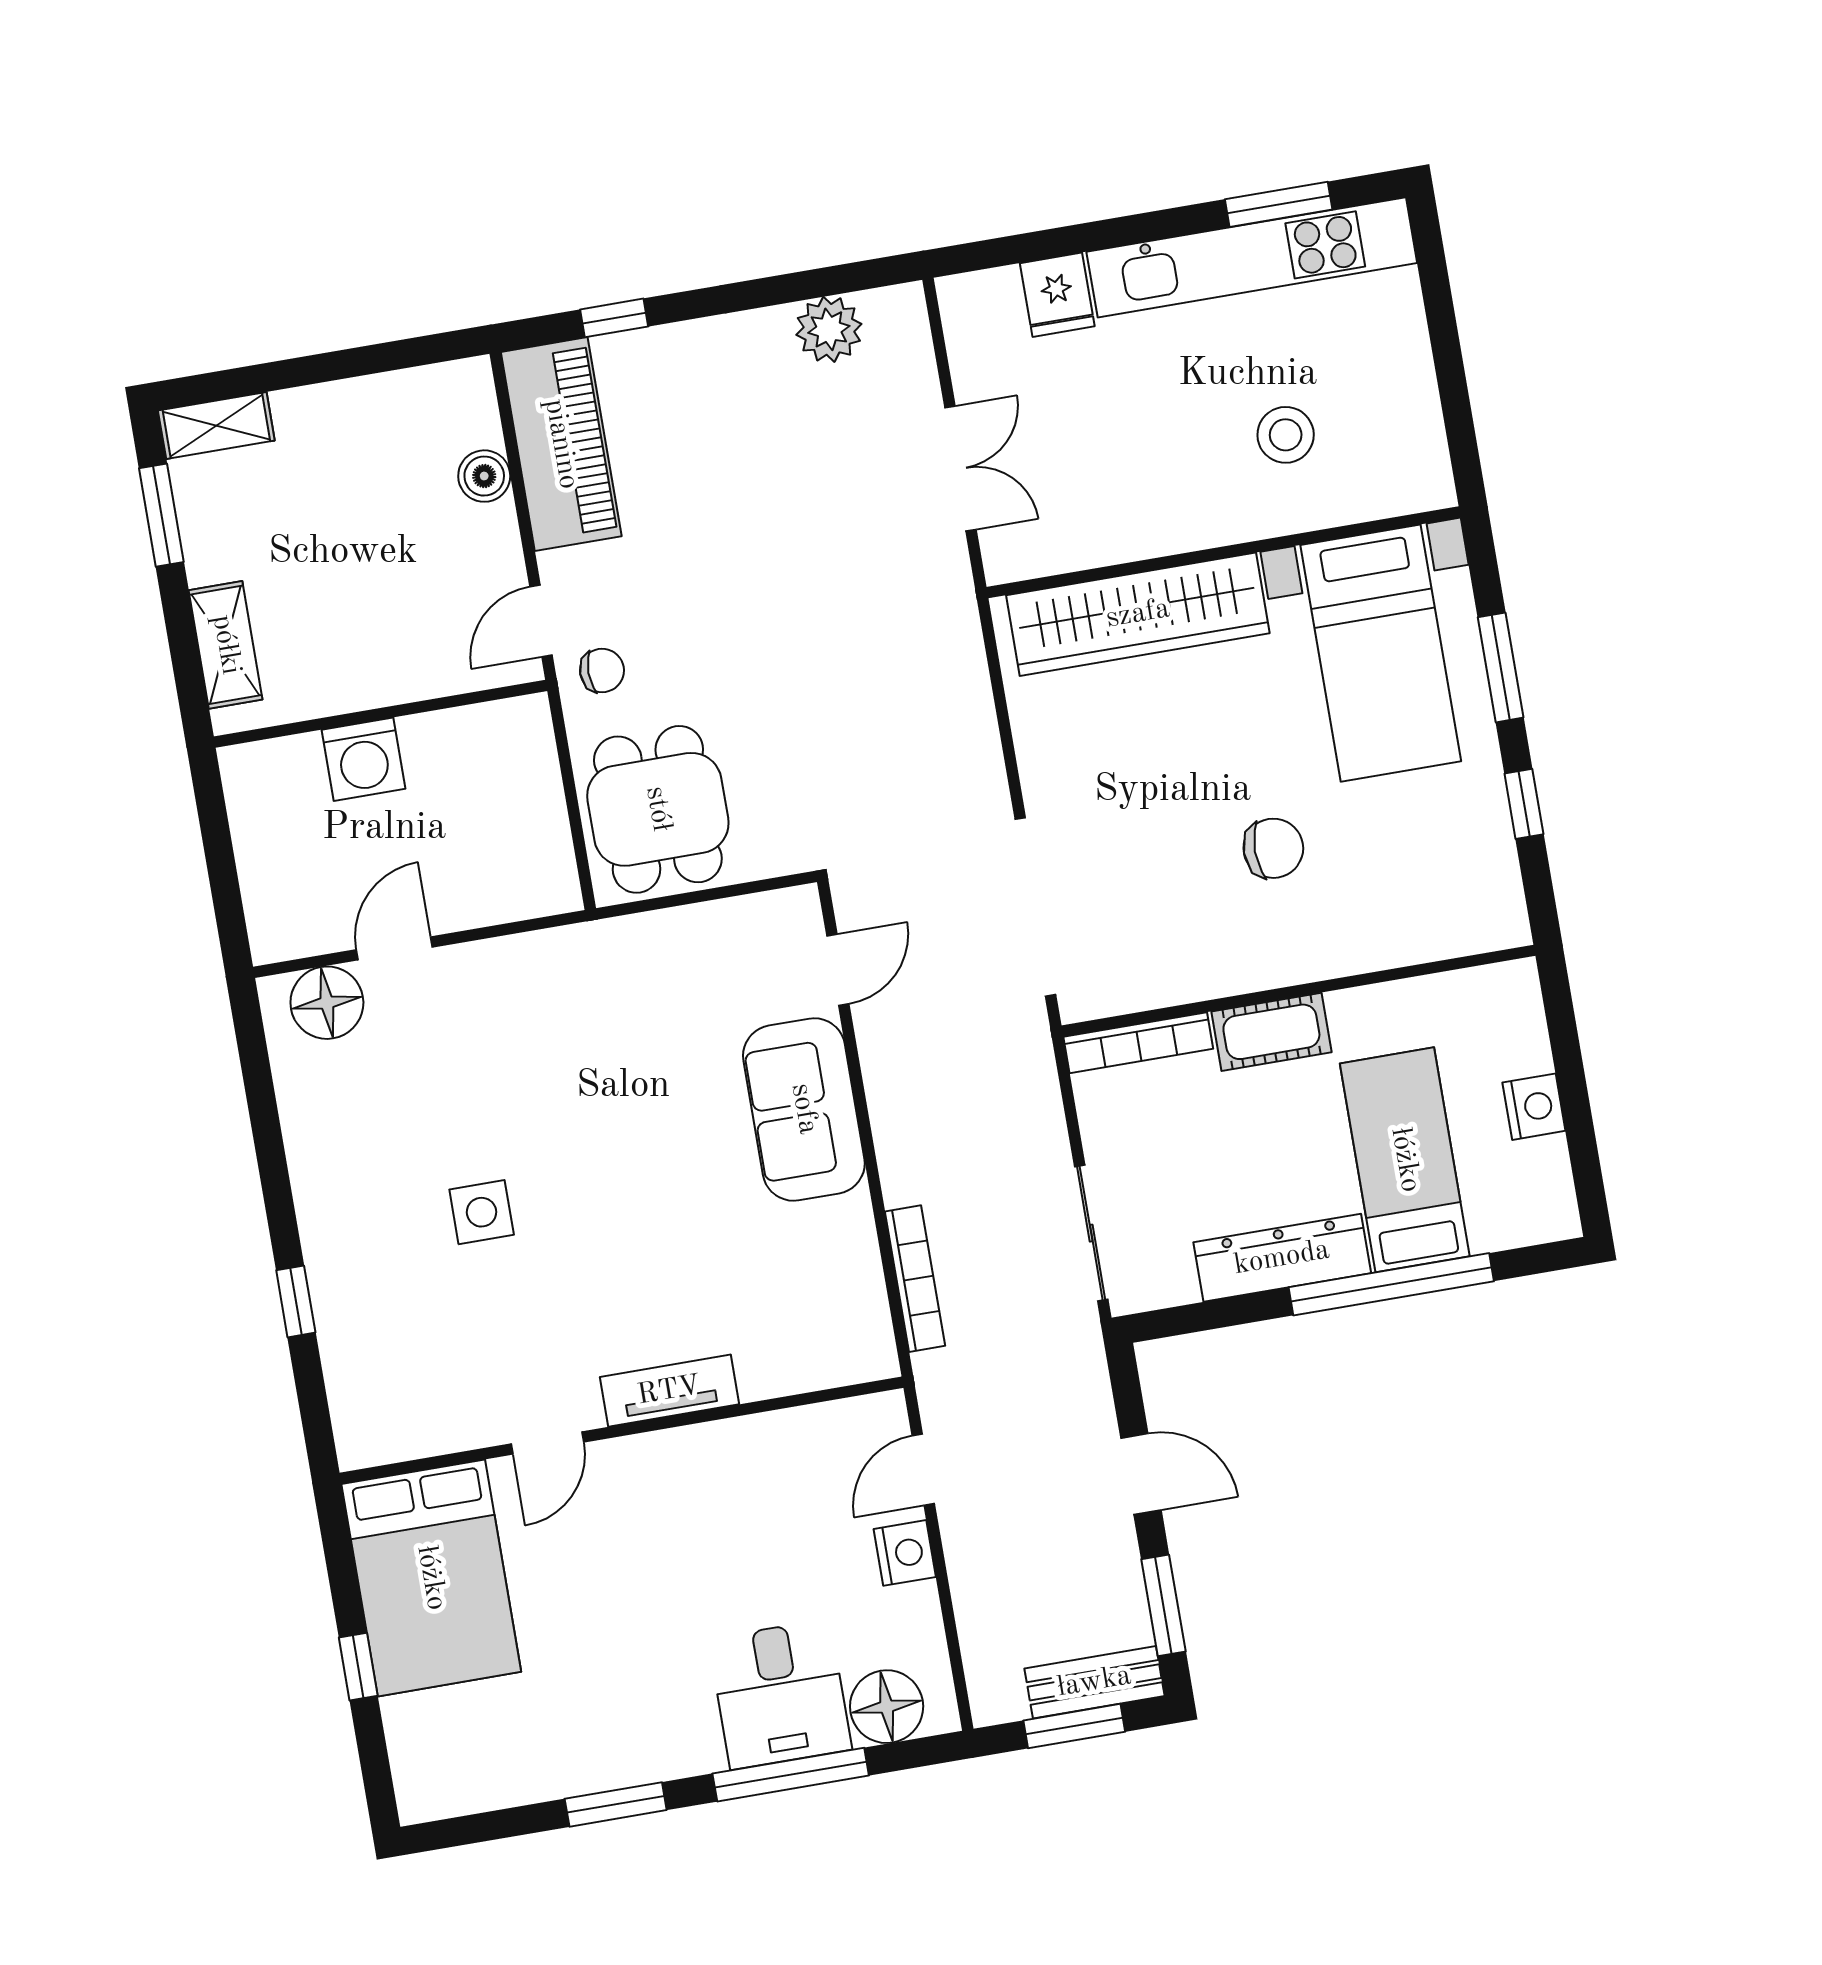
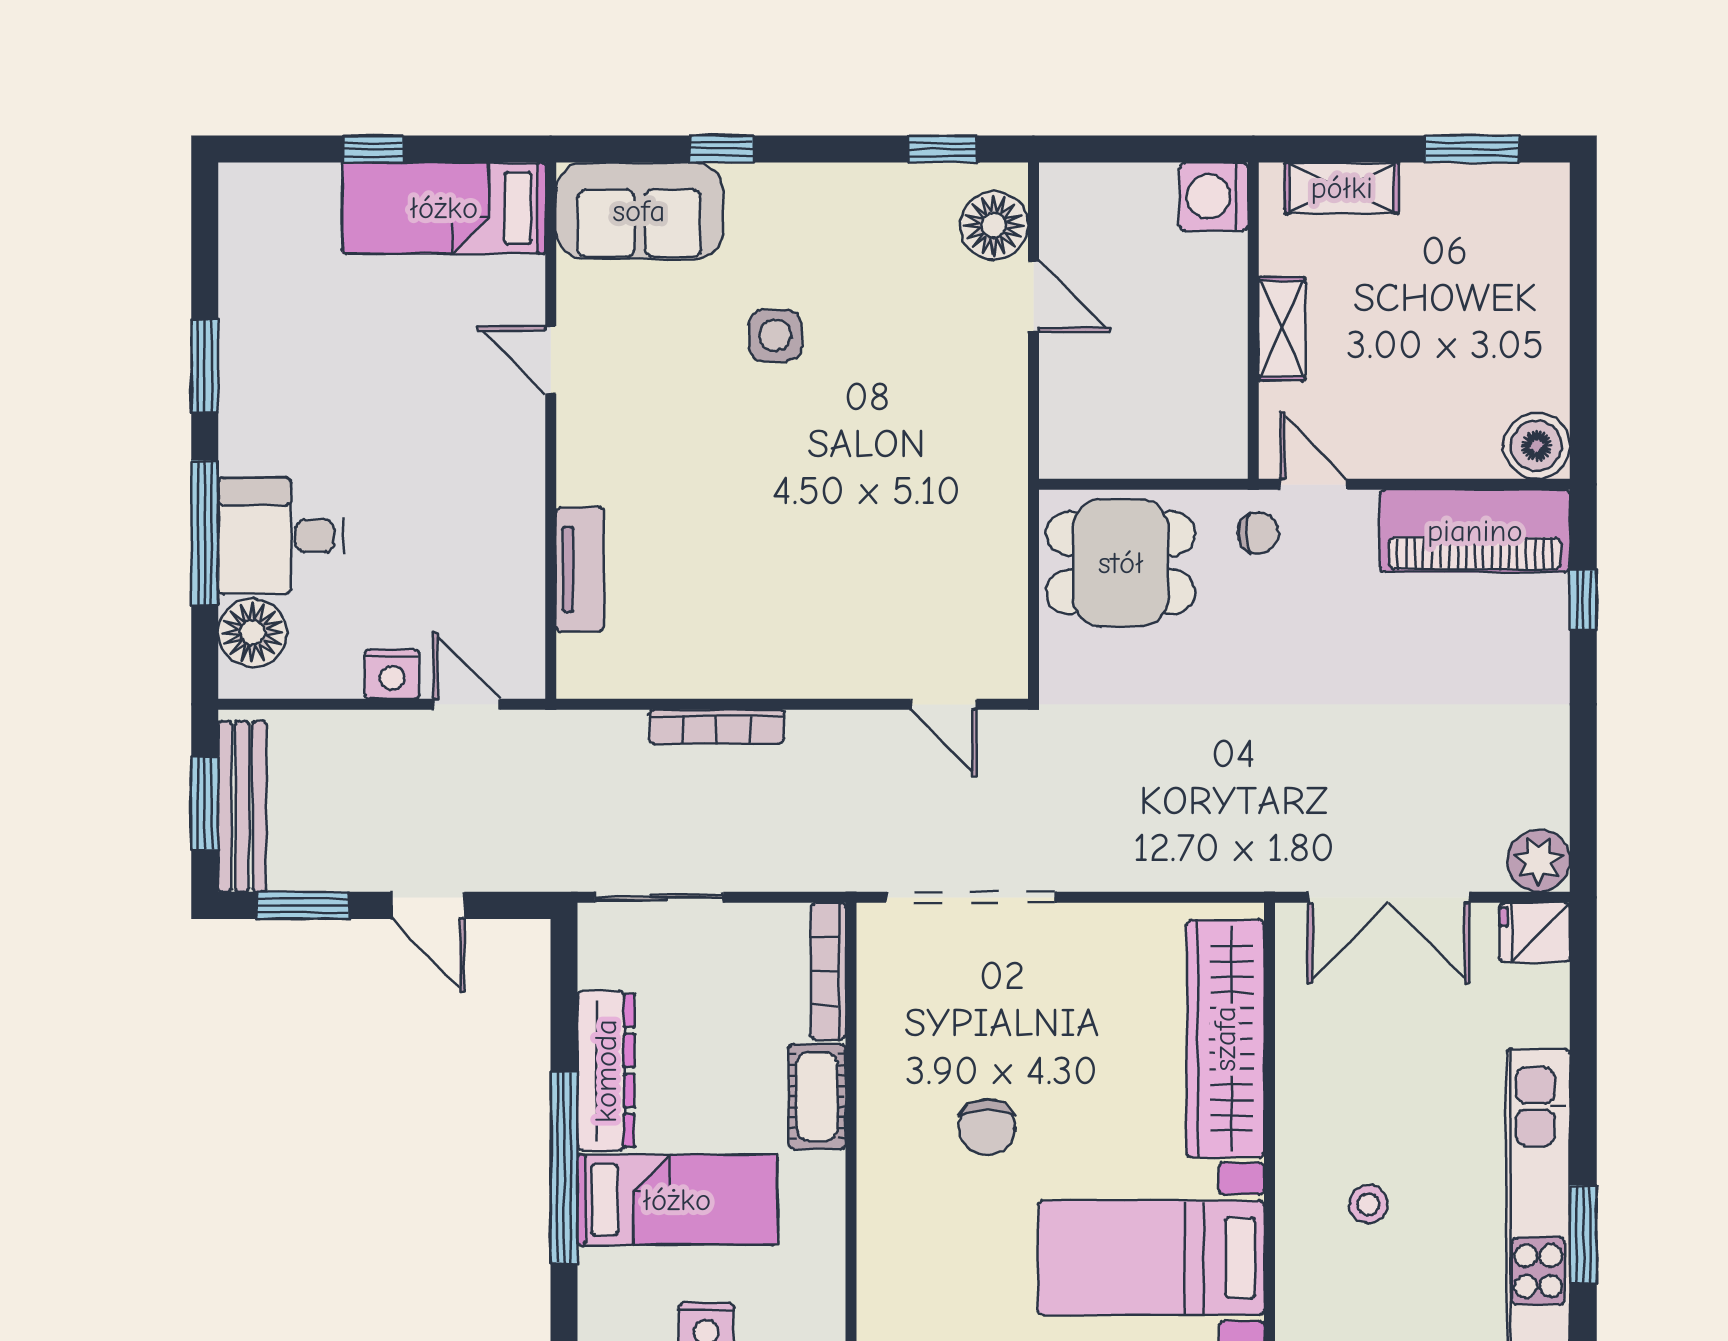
fridge: (1057, 295) -> (1535, 932), moved
plant: (829, 329) -> (1539, 861), moved
shelving: (216, 425) -> (1282, 329), moved
stool: (1286, 435) -> (1368, 1204), width x0.73, depth x0.73
double door: (960, 468) -> (1389, 897), width x1.37
boiler: (484, 476) -> (1537, 446), moved, width x1.36, depth x1.36
chair: (602, 671) -> (1258, 533), turned -90
washing machine: (363, 759) -> (1214, 197), moved
window: (256, 1070) -> (943, 149), added
sofa: (804, 1109) -> (639, 211), moved, turned 180
bookcase: (915, 1279) -> (717, 727), moved
tv unit: (669, 1391) -> (580, 569), moved
door: (1141, 1474) -> (428, 905), hinge flipped
bed: (431, 1578) -> (444, 208), width x0.67
bench: (1094, 1682) -> (242, 806), width x1.36

